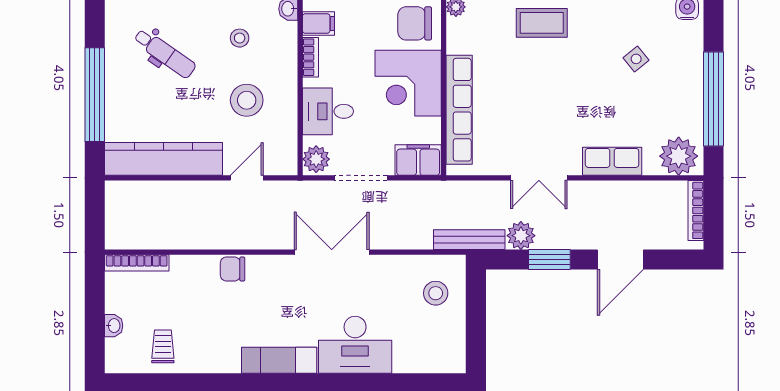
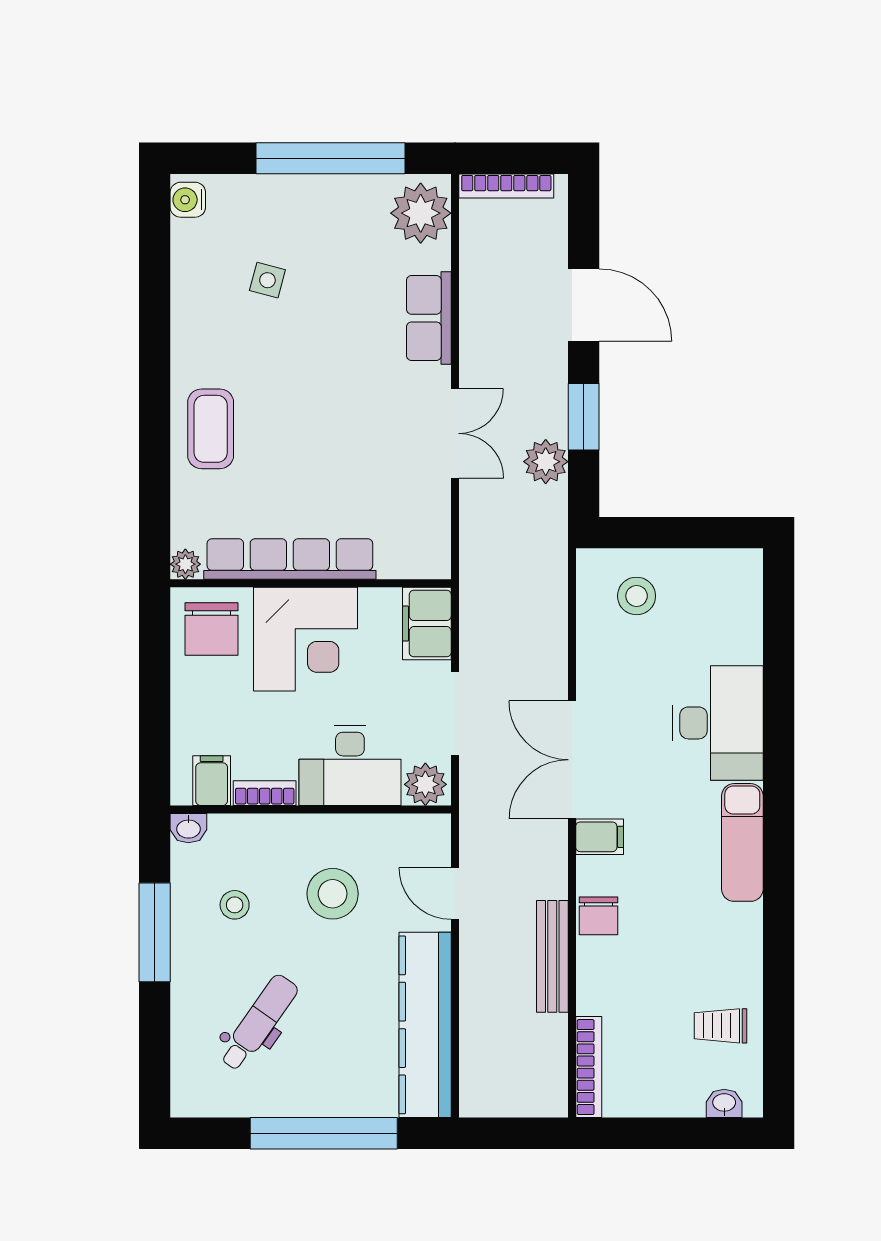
side table: (636, 59) -> (267, 280), turned -36
row of seats: (459, 110) -> (290, 559), moved
desk: (328, 111) -> (350, 766), width x1.37
bench: (469, 240) -> (552, 956), moved
filing cabinet: (283, 270) -> (600, 837), added
washbasin: (114, 326) -> (724, 1103), moved

